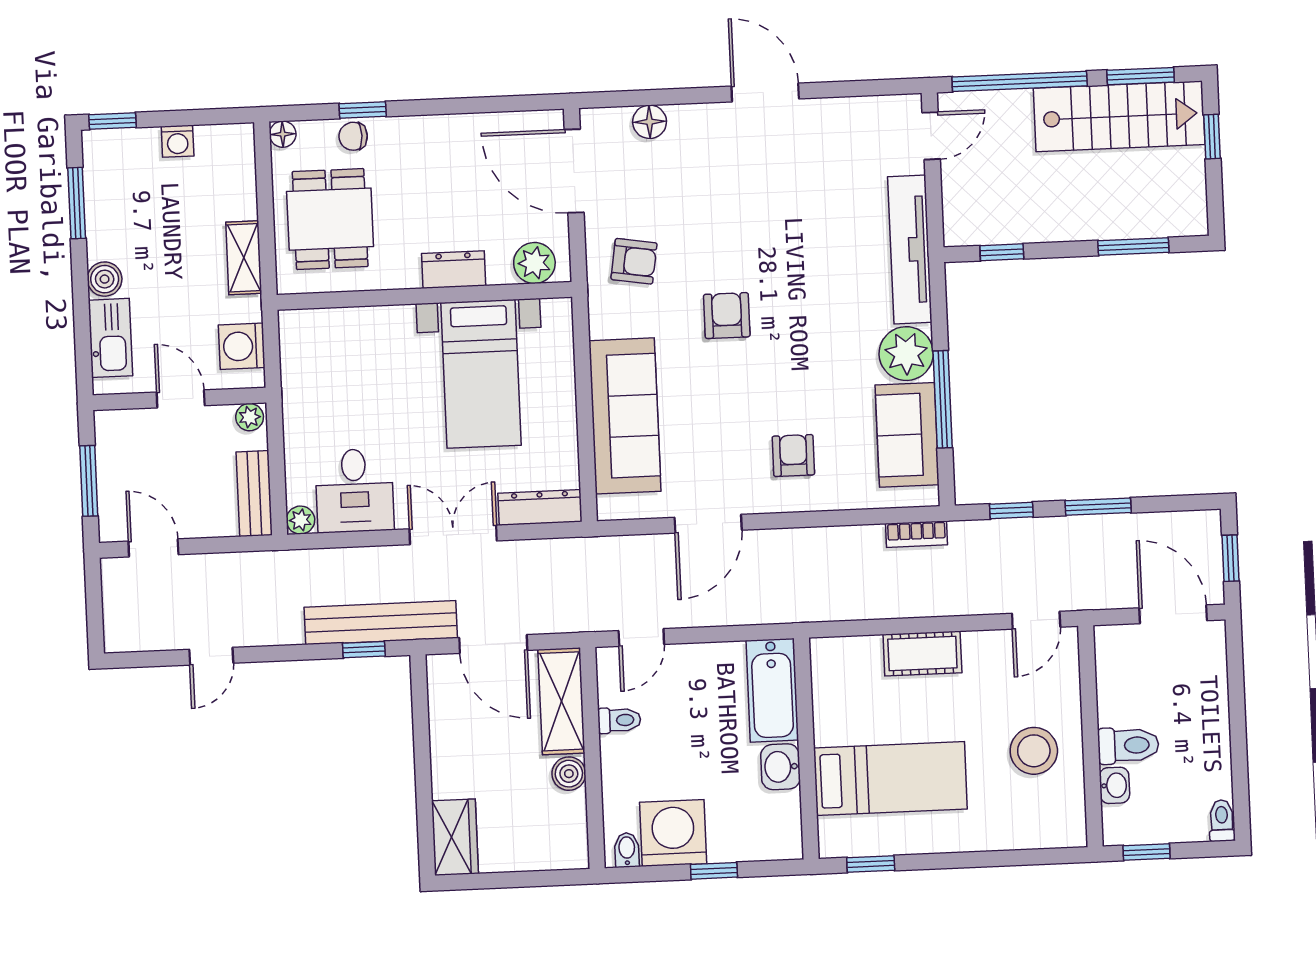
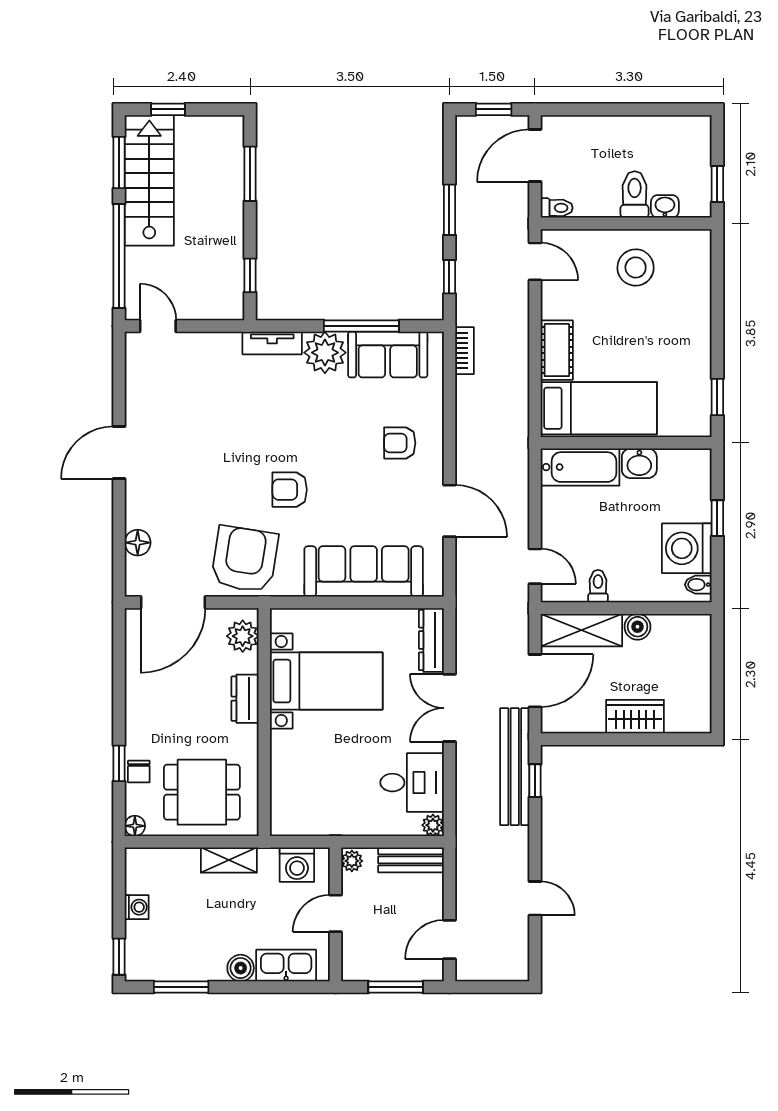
tv unit: (910, 250) -> (272, 343), width x0.52, depth x0.78
armchair: (634, 261) -> (245, 559), width x1.88, depth x1.88
bed: (890, 779) -> (599, 408), moved, turned 90
toilet: (1222, 821) -> (557, 208), moved, turned 180
wardrobe: (455, 837) -> (635, 717), moved

